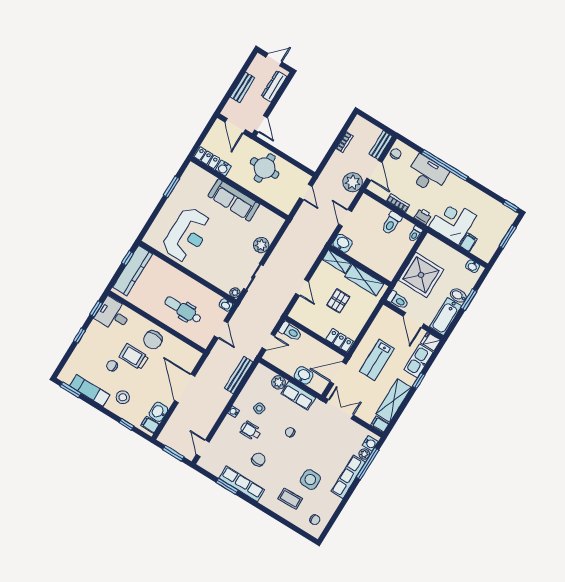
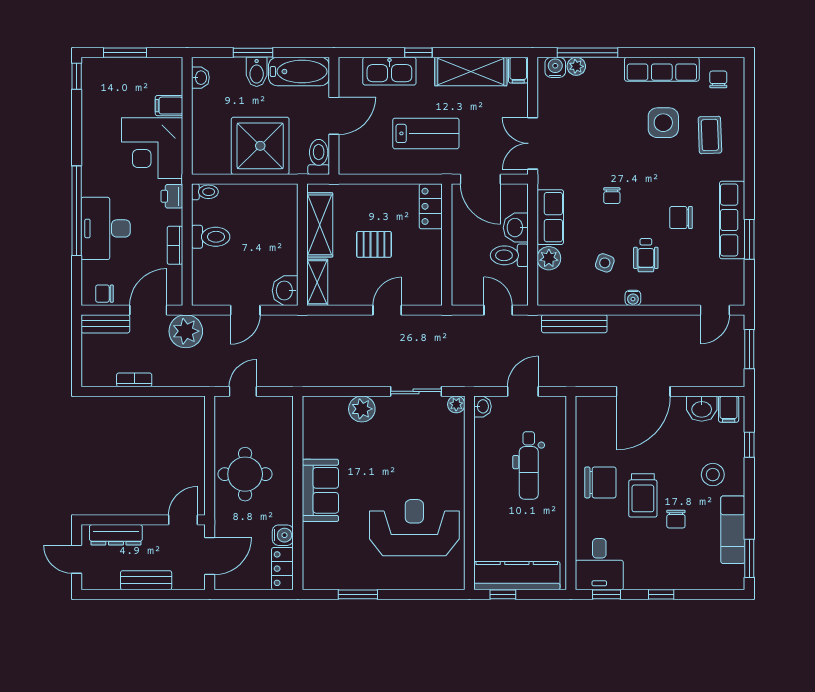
sofa: (234, 200) -> (320, 490), width x0.73
toilet: (291, 331) -> (509, 255), moved, turned -90
fridge: (431, 342) -> (350, 71), removed
row of seats: (348, 477) -> (662, 69), moved

